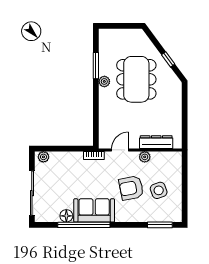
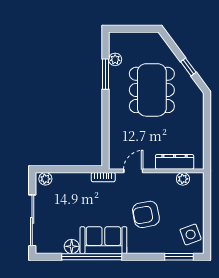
plant: (104, 81) -> (115, 59), moved
plant: (145, 157) -> (183, 179), moved
side table: (159, 190) -> (191, 234), moved

